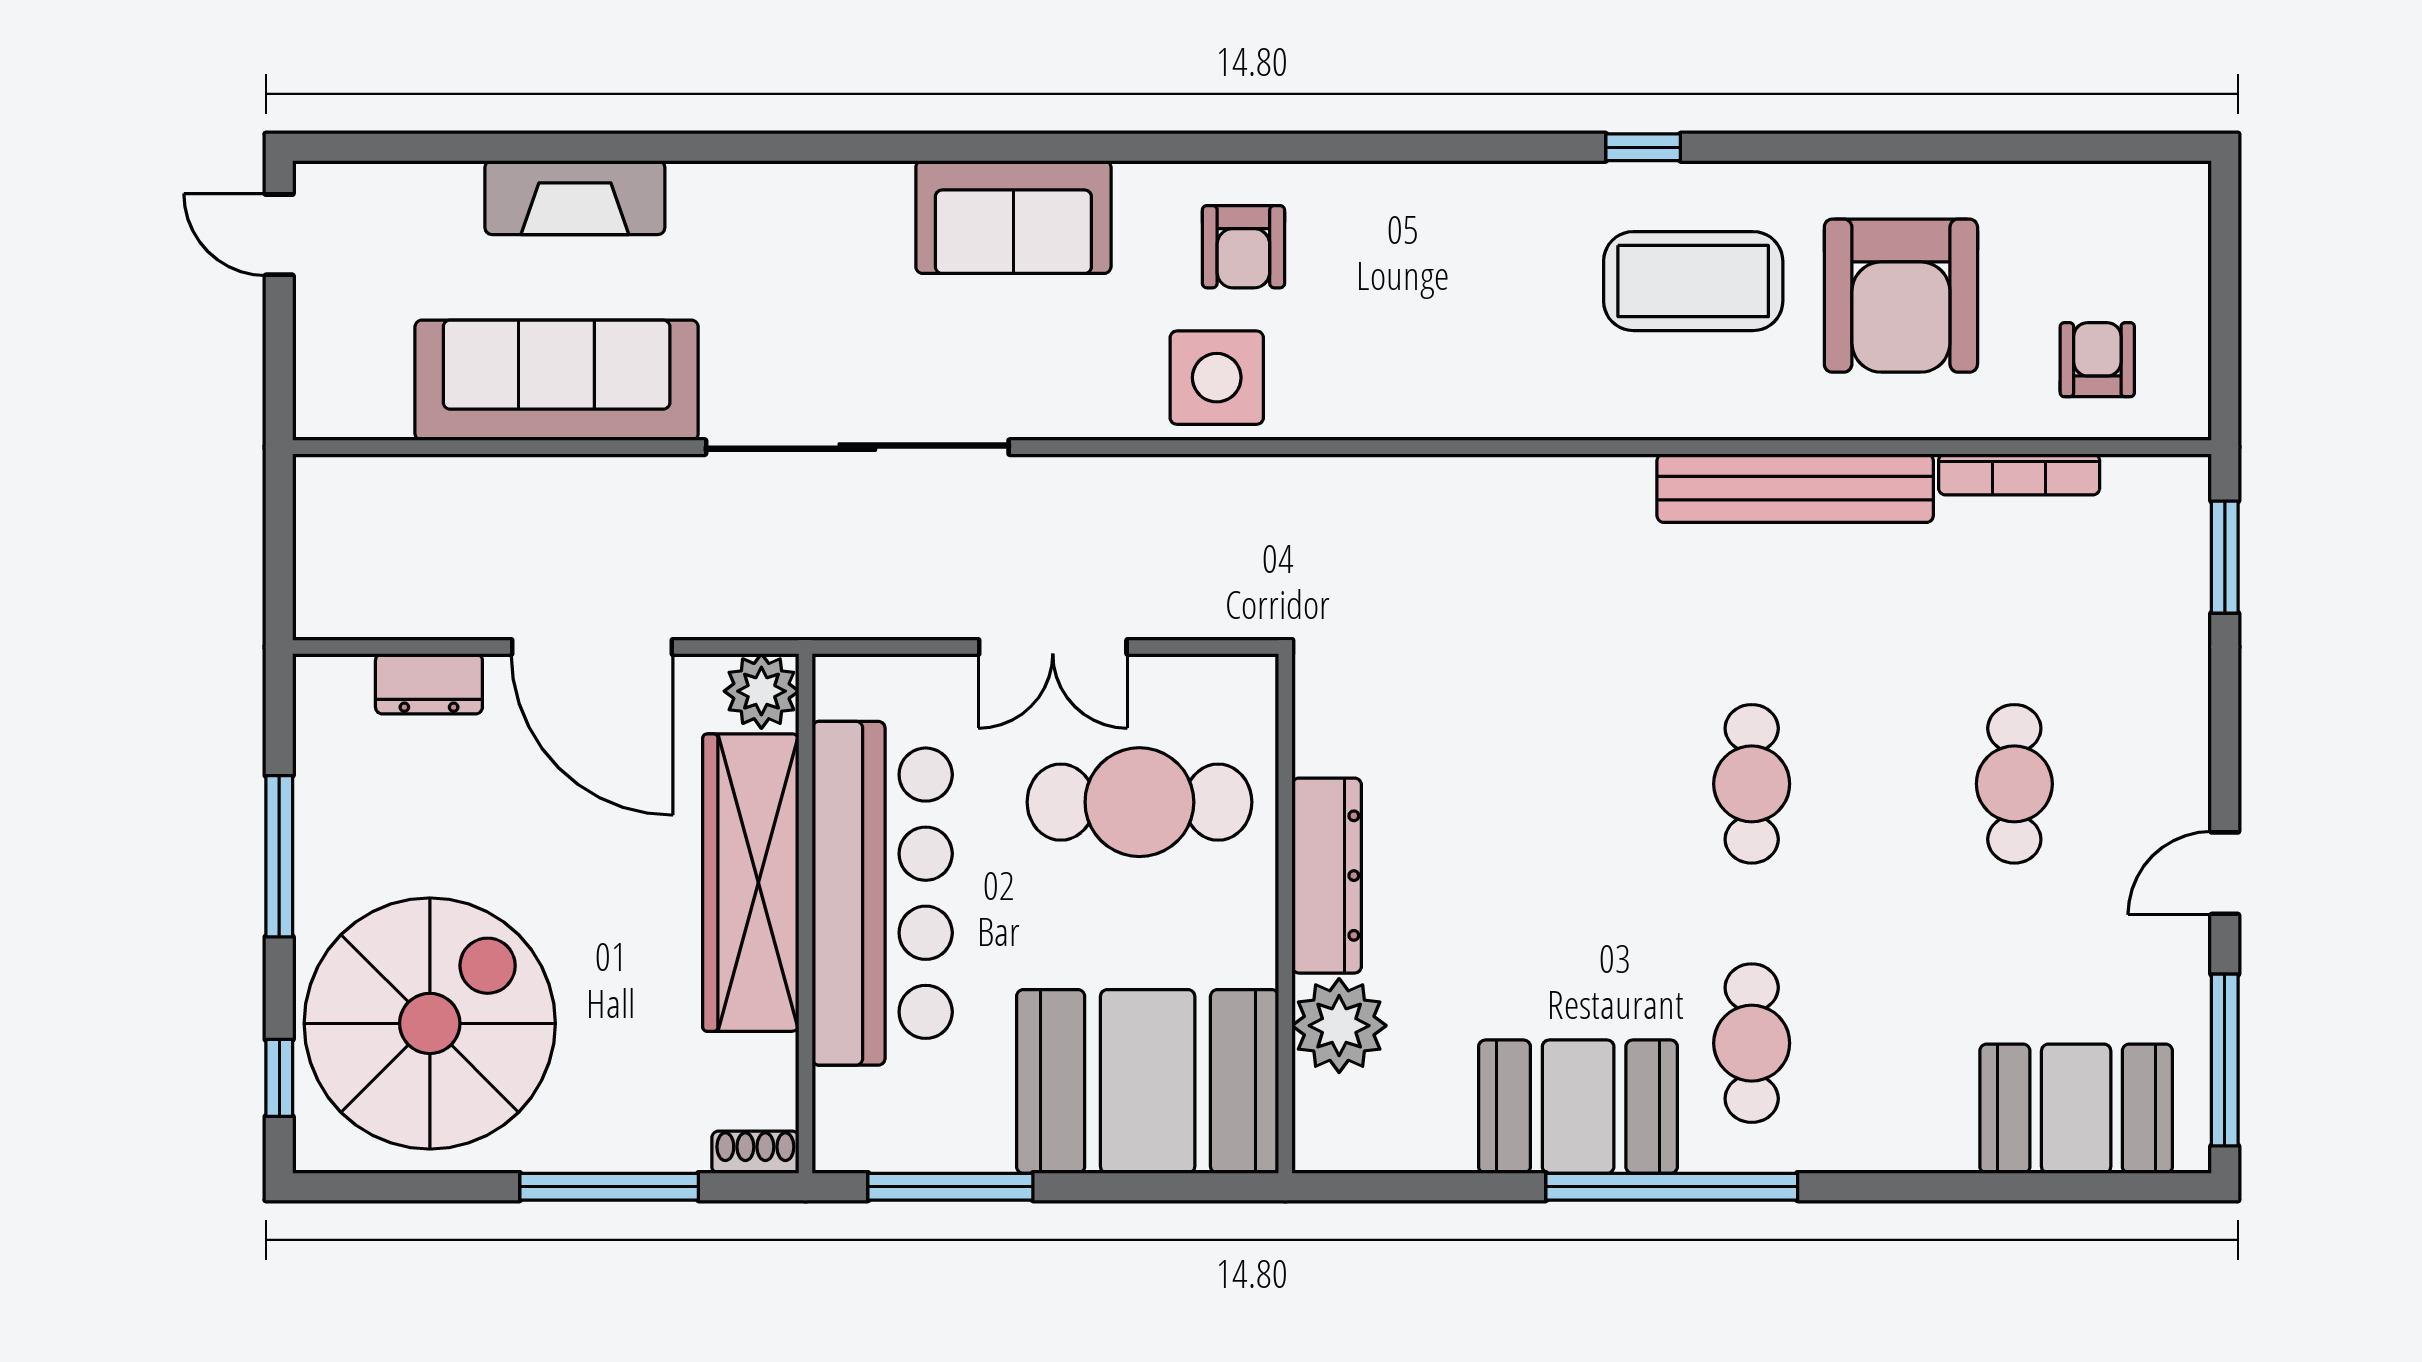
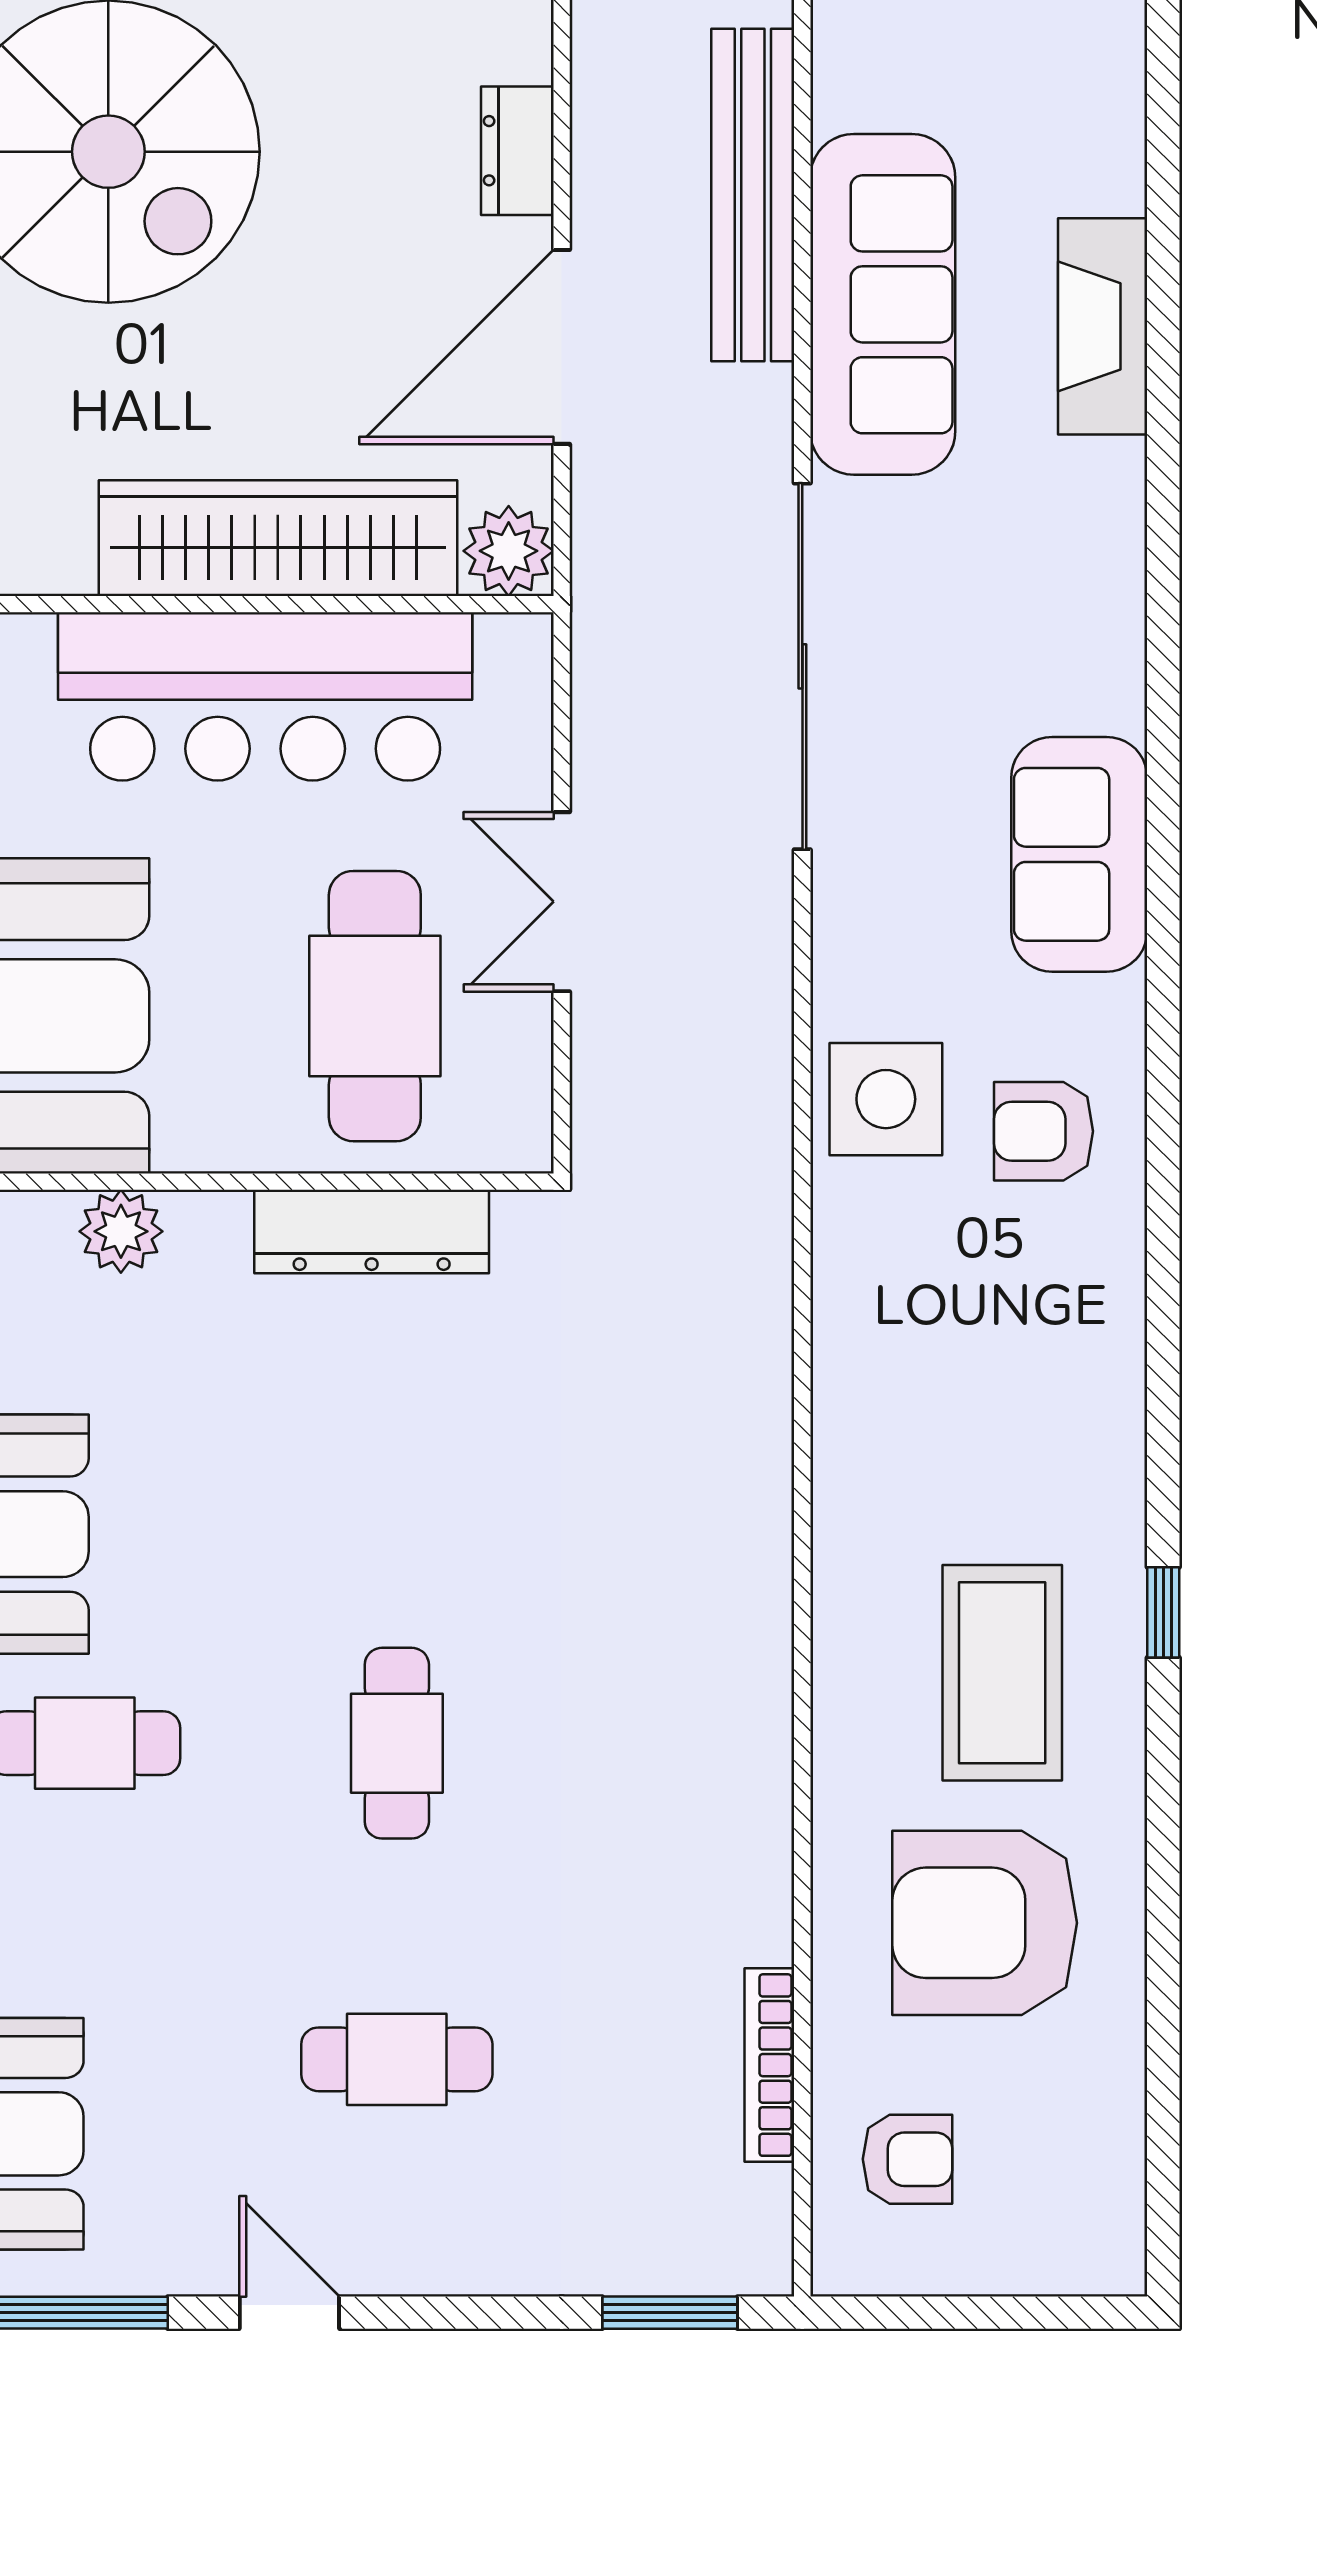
bench: (1795, 488) -> (753, 195), moved
cafe table: (1752, 784) -> (397, 1743), turned 90
dresser: (1327, 876) -> (372, 1232), moved
plant: (1339, 1026) -> (121, 1231), width x0.73, depth x0.73

